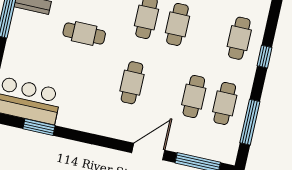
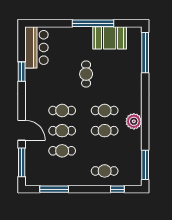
window: (264, 57) -> (117, 189), moved
cafe table: (225, 103) -> (62, 131), moved
window: (39, 127) -> (22, 72), moved

